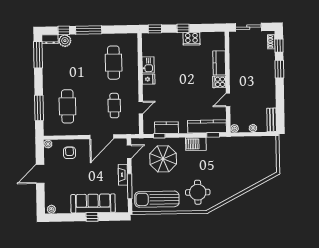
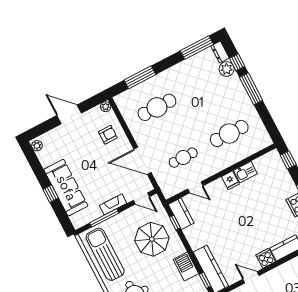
kitchen counter: (167, 128) -> (181, 214), moved

